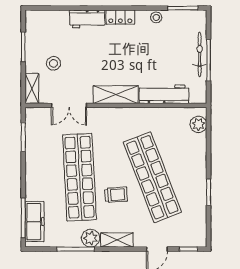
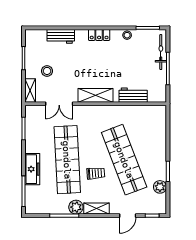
workbench: (87, 19) -> (61, 36), moved
bicycle: (200, 54) -> (161, 52), moved
workbench: (164, 94) -> (133, 95), width x0.73
plant: (198, 124) -> (160, 187), moved
freezer: (34, 222) -> (32, 169), moved

